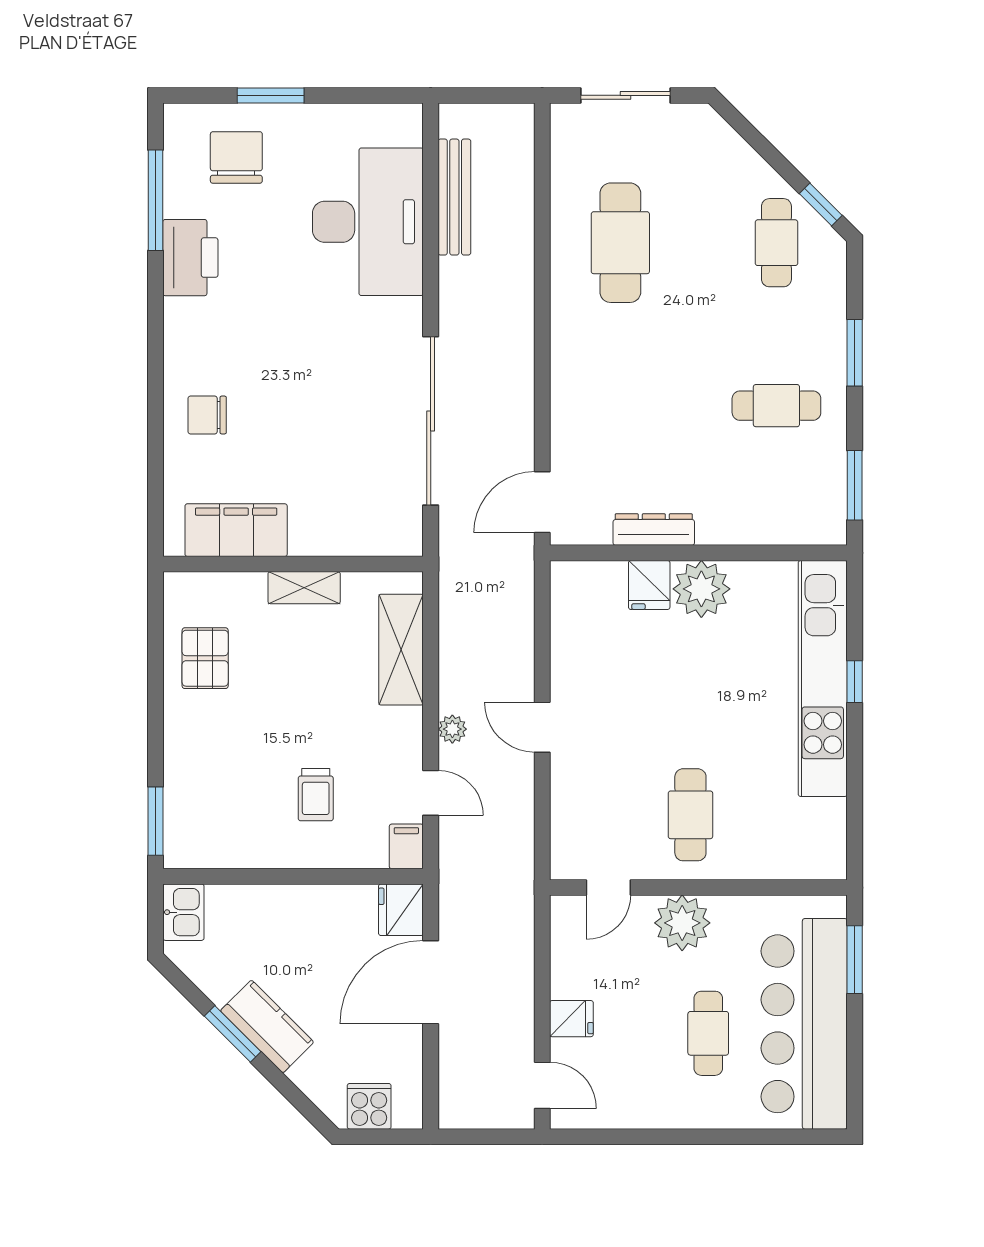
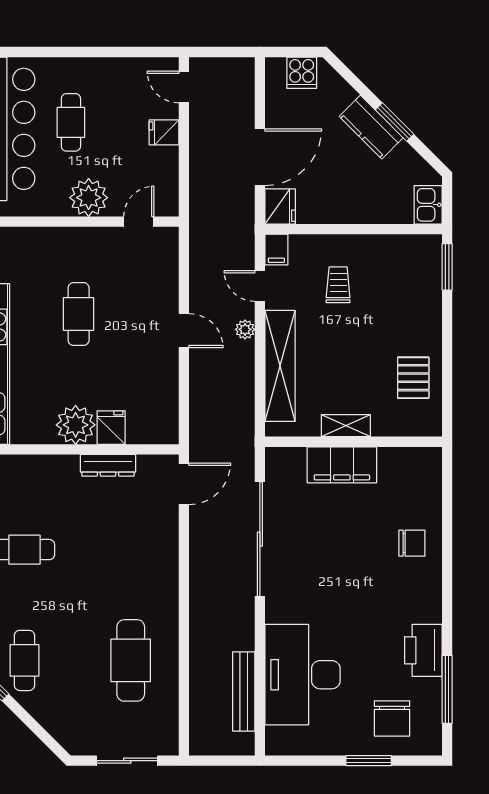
filing cabinet: (236, 530) -> (342, 465), moved
shelving: (401, 650) -> (280, 366), width x1.47
cafe table: (690, 815) -> (79, 314), moved

